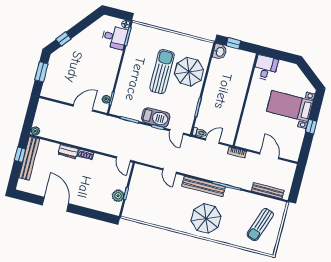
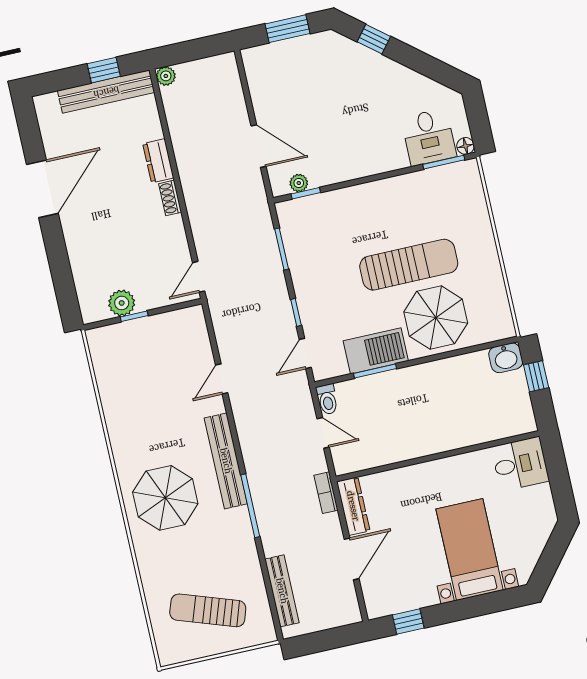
barbecue: (156, 117) -> (376, 351), moved, turned -90
window: (311, 127) -> (408, 621), moved
dresser: (248, 144) -> (353, 506), added

